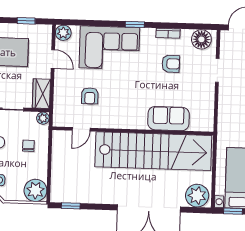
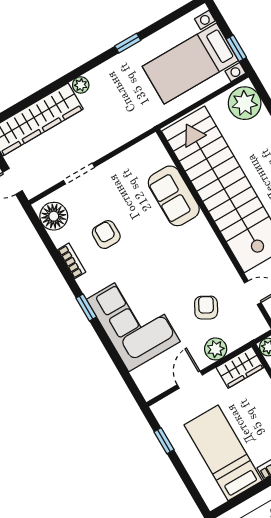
plant: (63, 33) -> (216, 349), moved
armchair: (90, 96) -> (206, 308), turned -61

